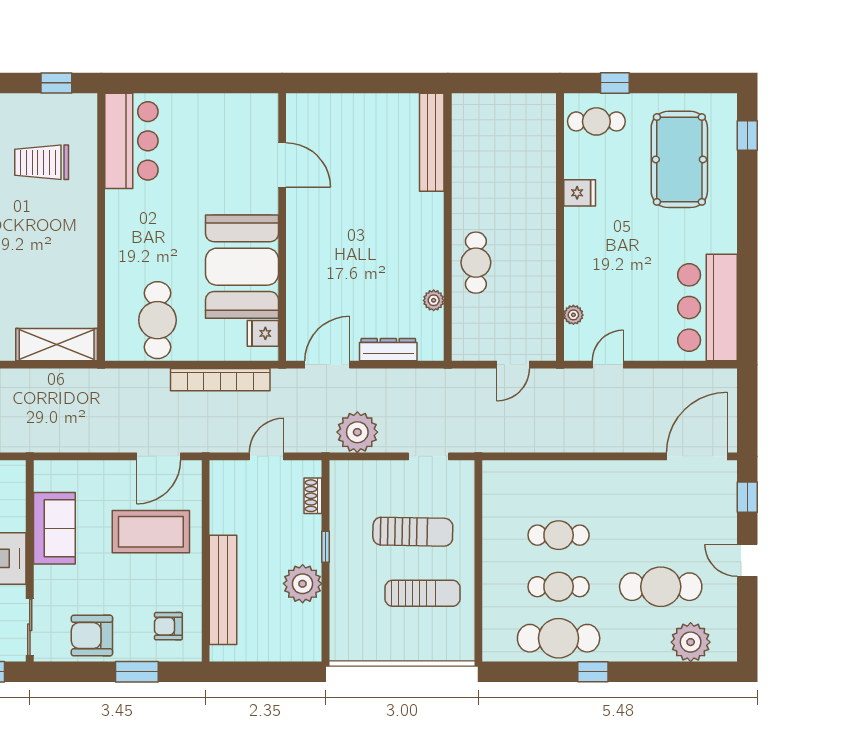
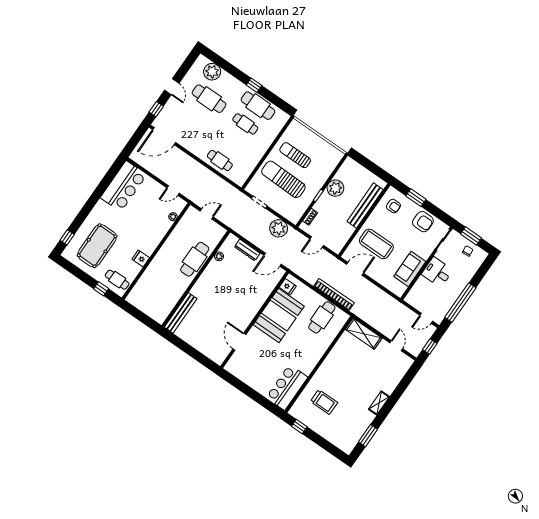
cafe table: (476, 263) -> (195, 259), width x1.37, depth x1.35
bookcase: (220, 380) -> (334, 294), moved
sun lounger: (413, 532) -> (283, 179), width x1.36, depth x1.34
cafe table: (559, 535) -> (220, 160), moved

